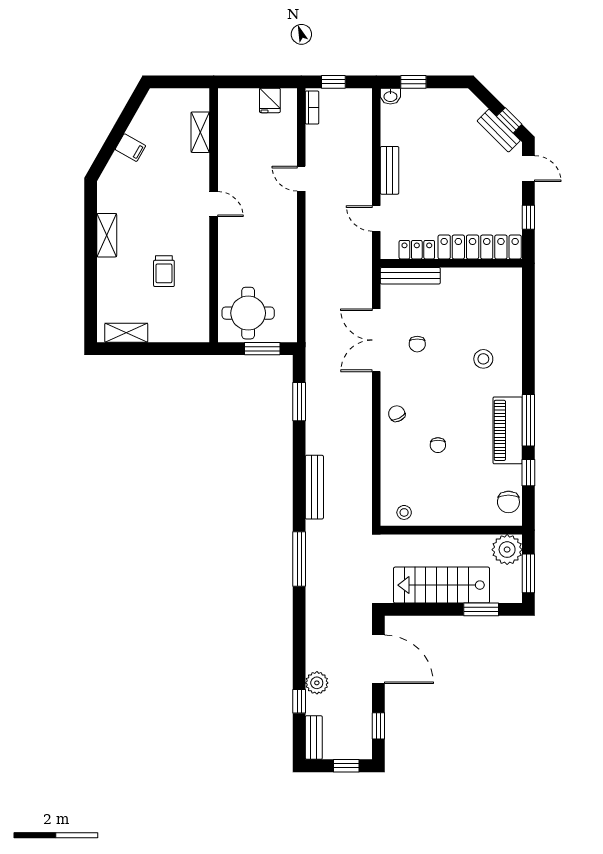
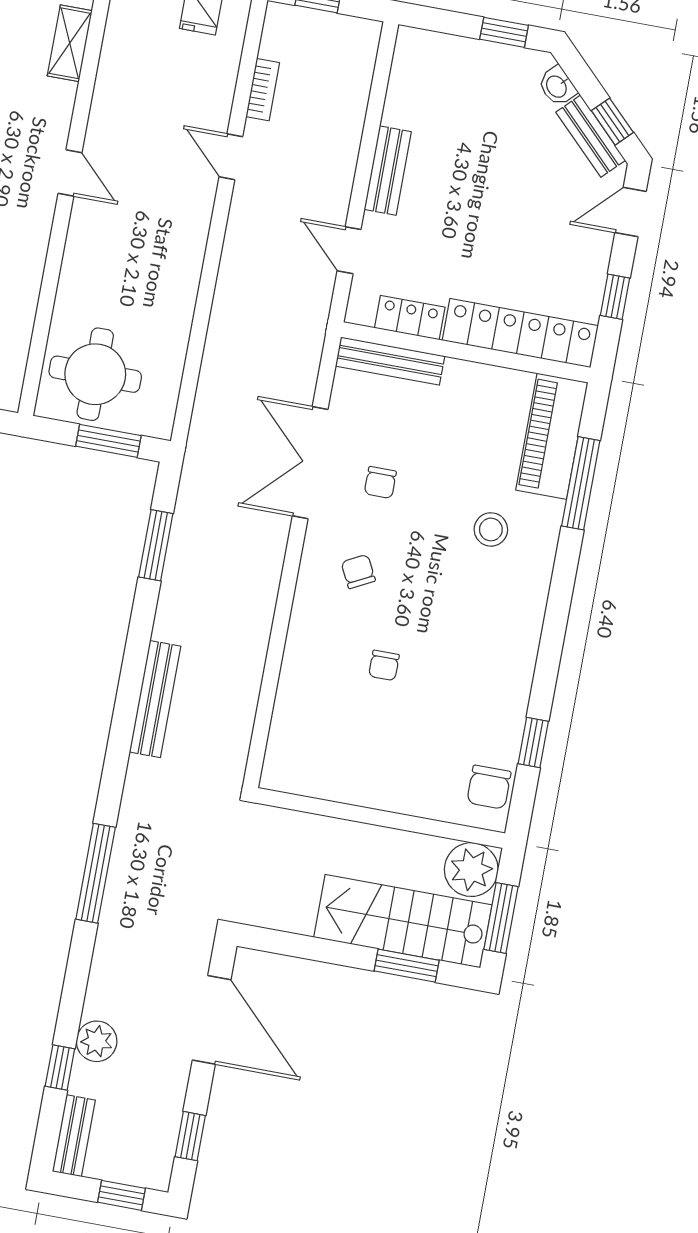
window: (413, 82) -> (504, 32), moved
washbasin: (390, 96) -> (557, 86), moved, turned 45
bookcase: (312, 108) -> (263, 90), moved
door: (528, 169) -> (631, 212), swing flipped
chair: (397, 414) -> (358, 572), moved
window: (528, 420) -> (581, 483), moved
piano: (508, 430) -> (552, 436), moved
stool: (404, 512) -> (303, 772), removed
window: (299, 559) -> (96, 873), moved
stairs: (442, 585) -> (403, 921), moved

